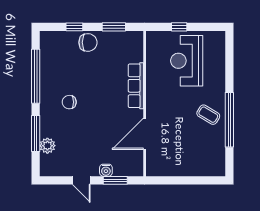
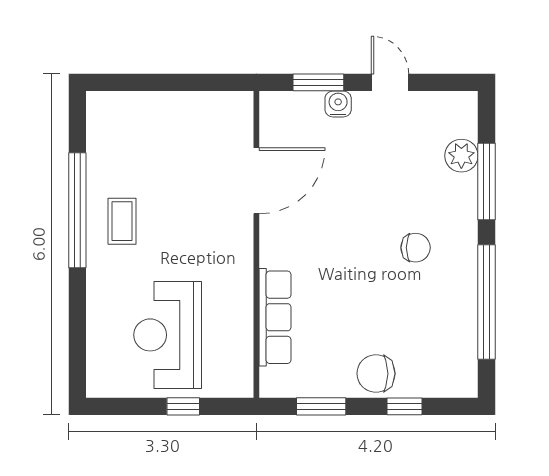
reception desk: (187, 61) -> (168, 335), turned 180
row of seats: (136, 86) -> (275, 317), moved
coffee table: (208, 115) -> (122, 221), turned 59

